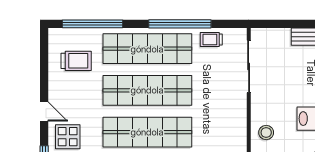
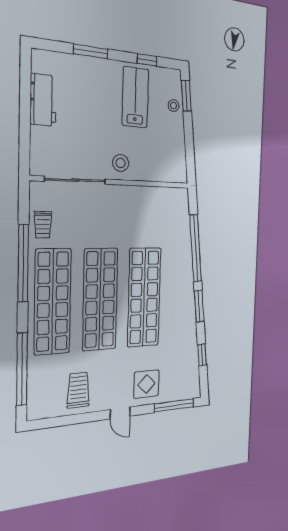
trolley: (76, 61) -> (78, 390), moved
door: (44, 112) -> (120, 413), swing flipped
stool: (266, 133) -> (121, 163), moved

